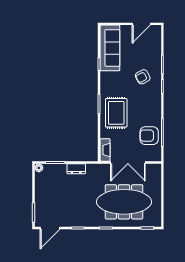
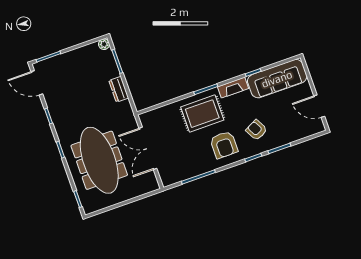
armchair: (149, 136) -> (224, 145), moved, turned 180
fireplace: (105, 150) -> (233, 88), moved

